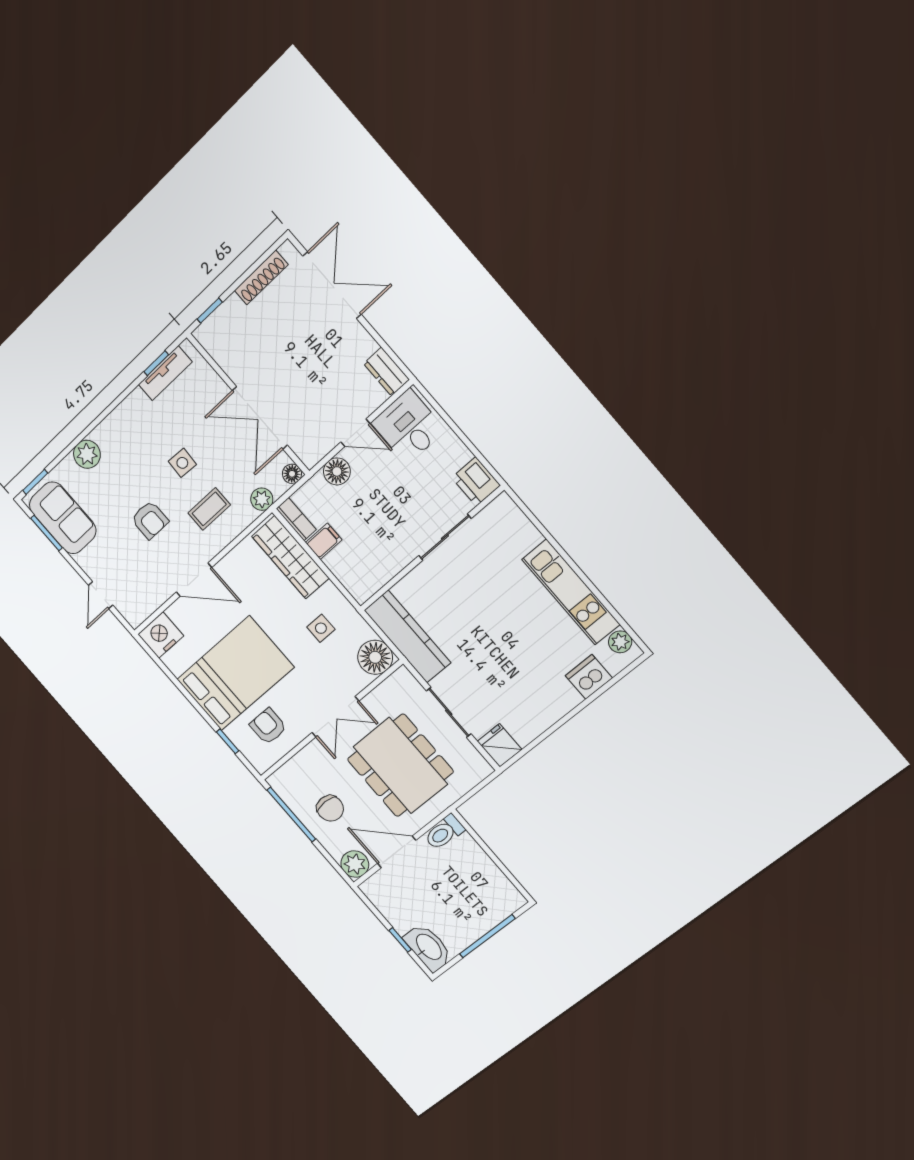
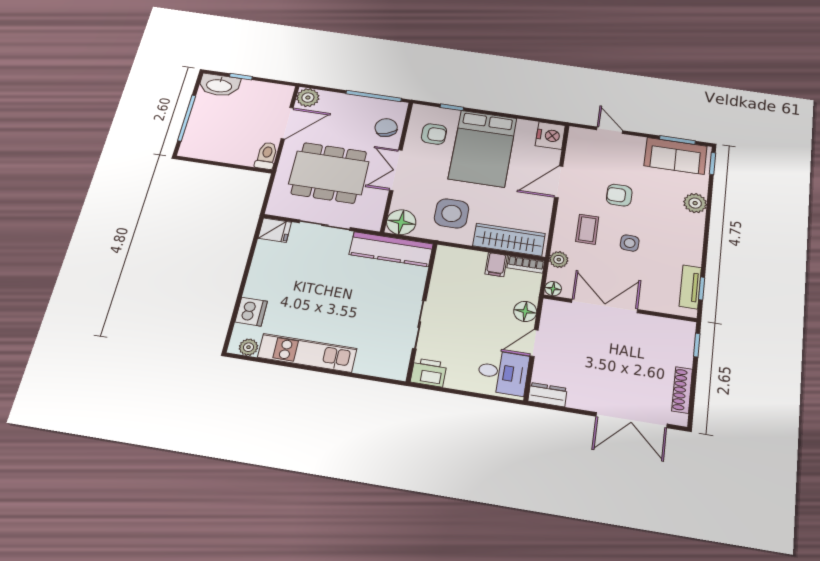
side table: (321, 628) -> (452, 213), width x1.87, depth x1.87
chair: (330, 808) -> (386, 128), moved, turned 68

